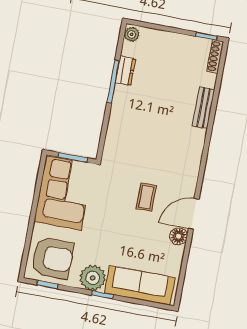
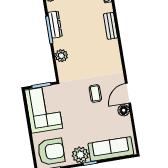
dresser: (125, 71) -> (55, 25), width x1.44
plant: (117, 125) -> (61, 56), added

